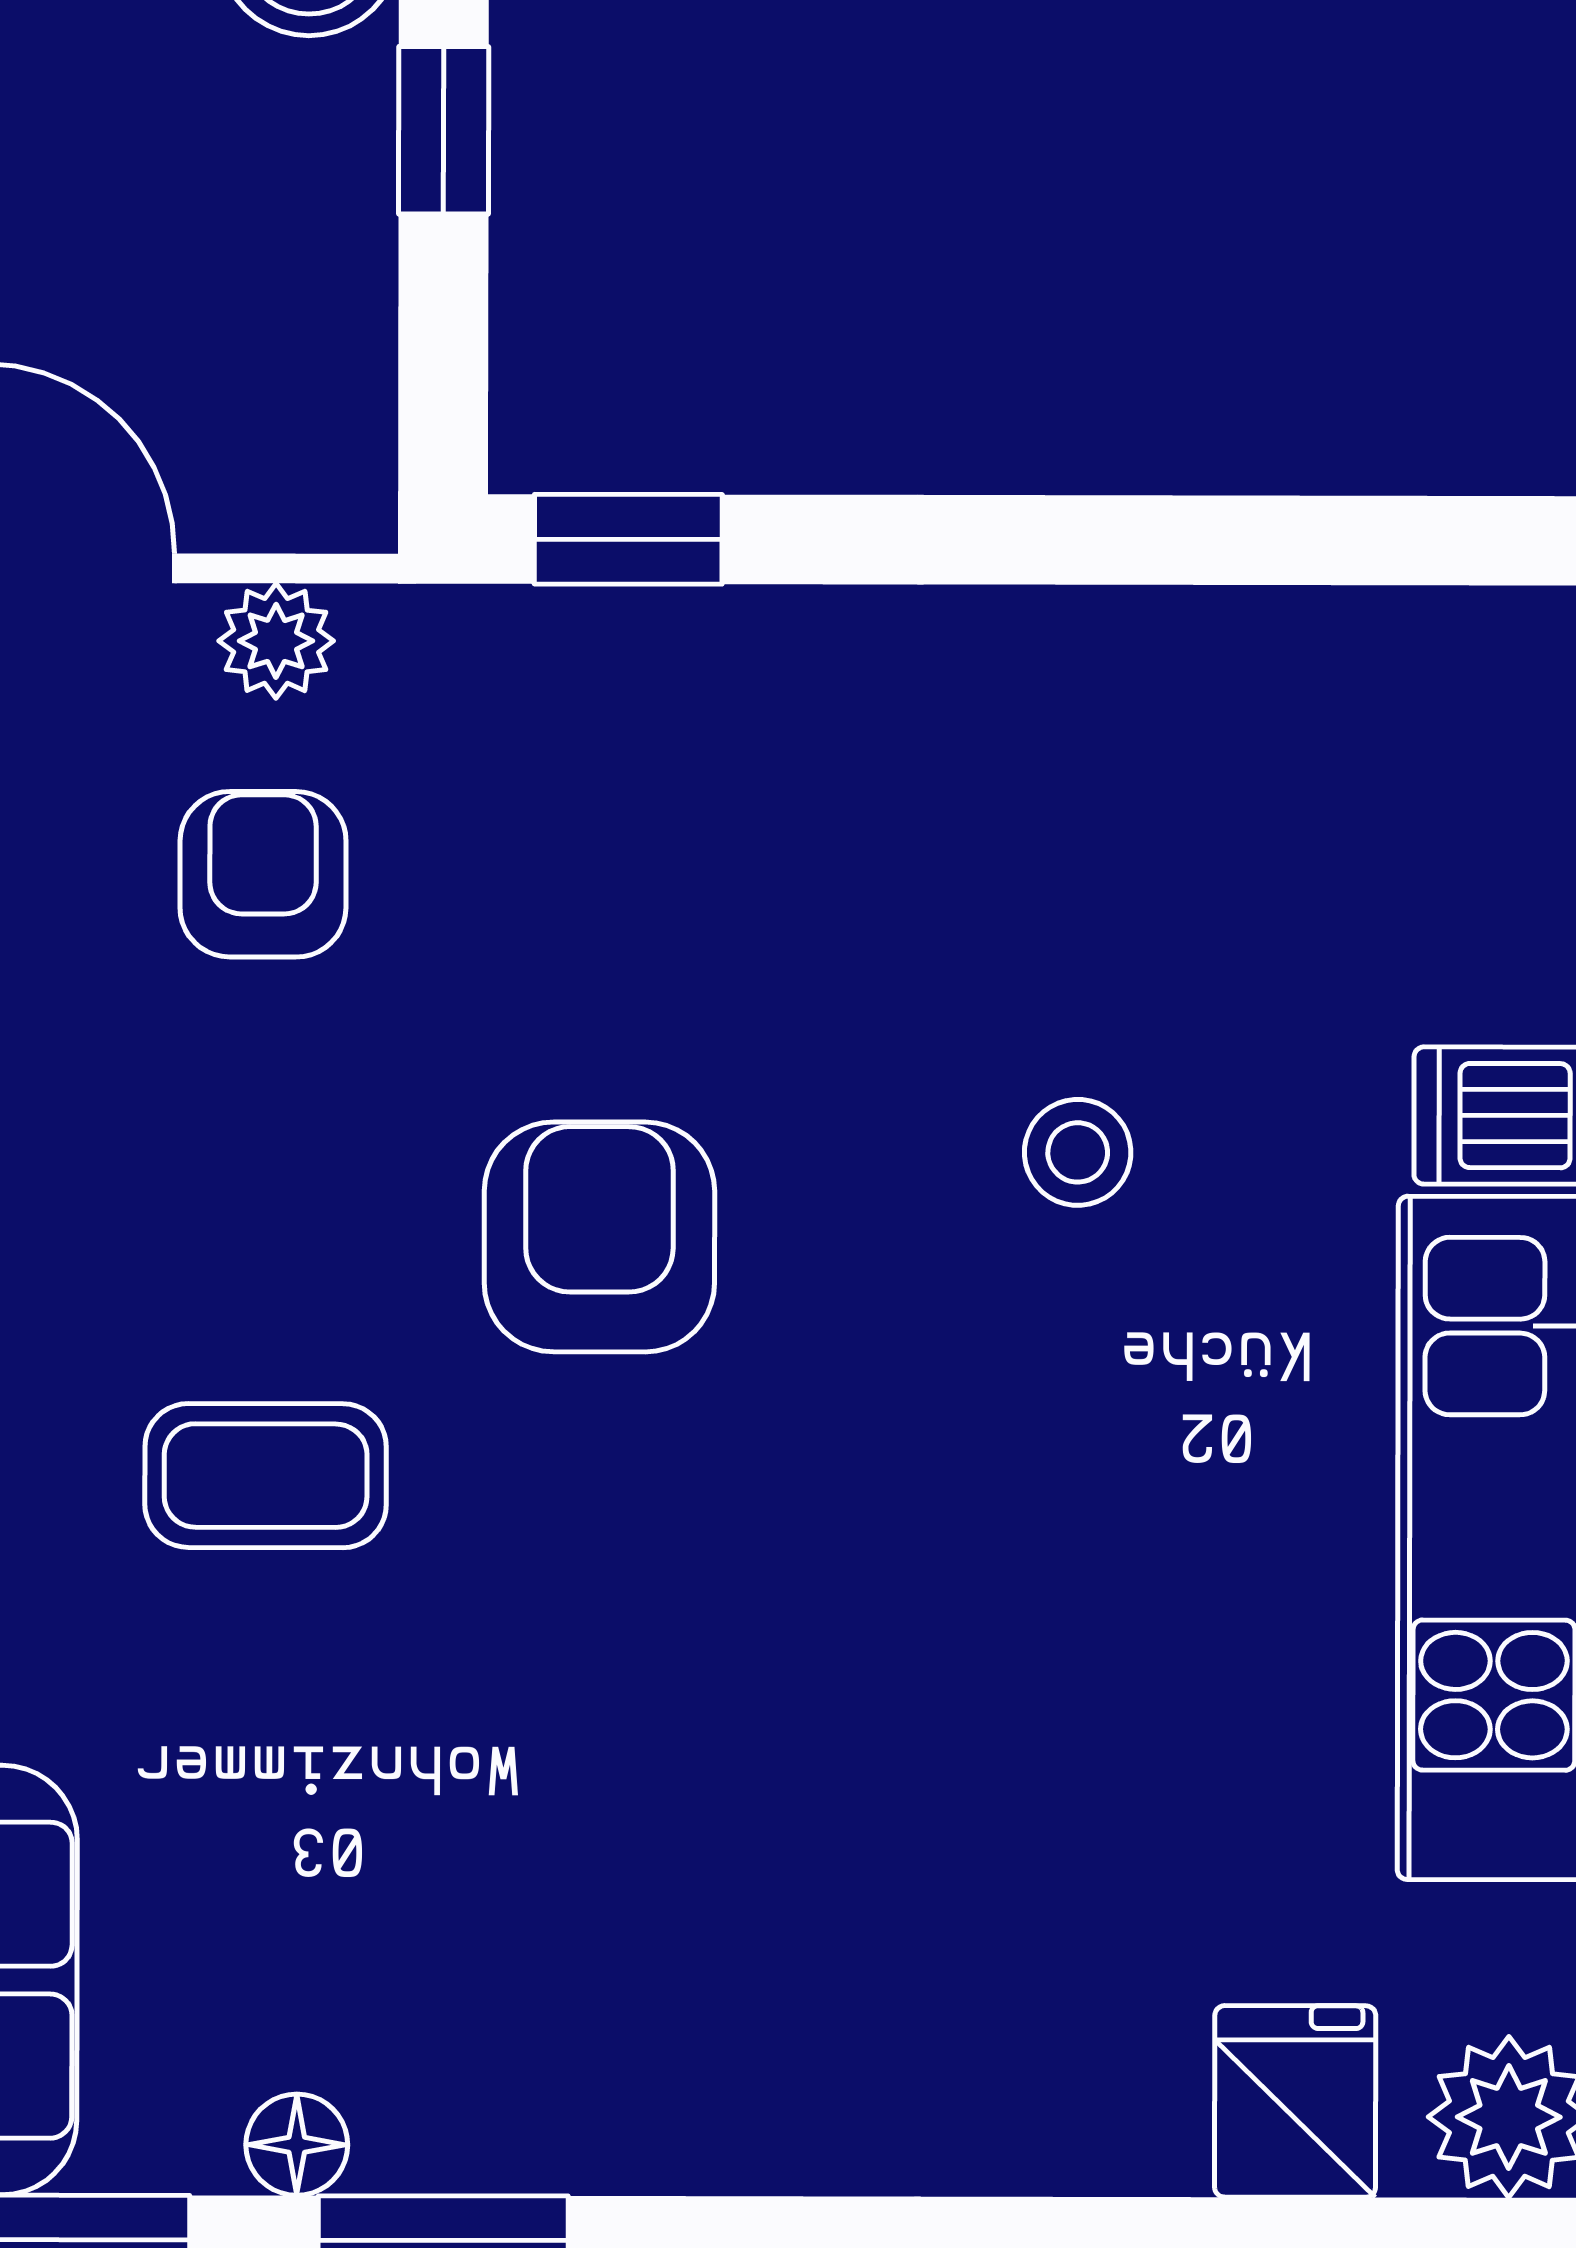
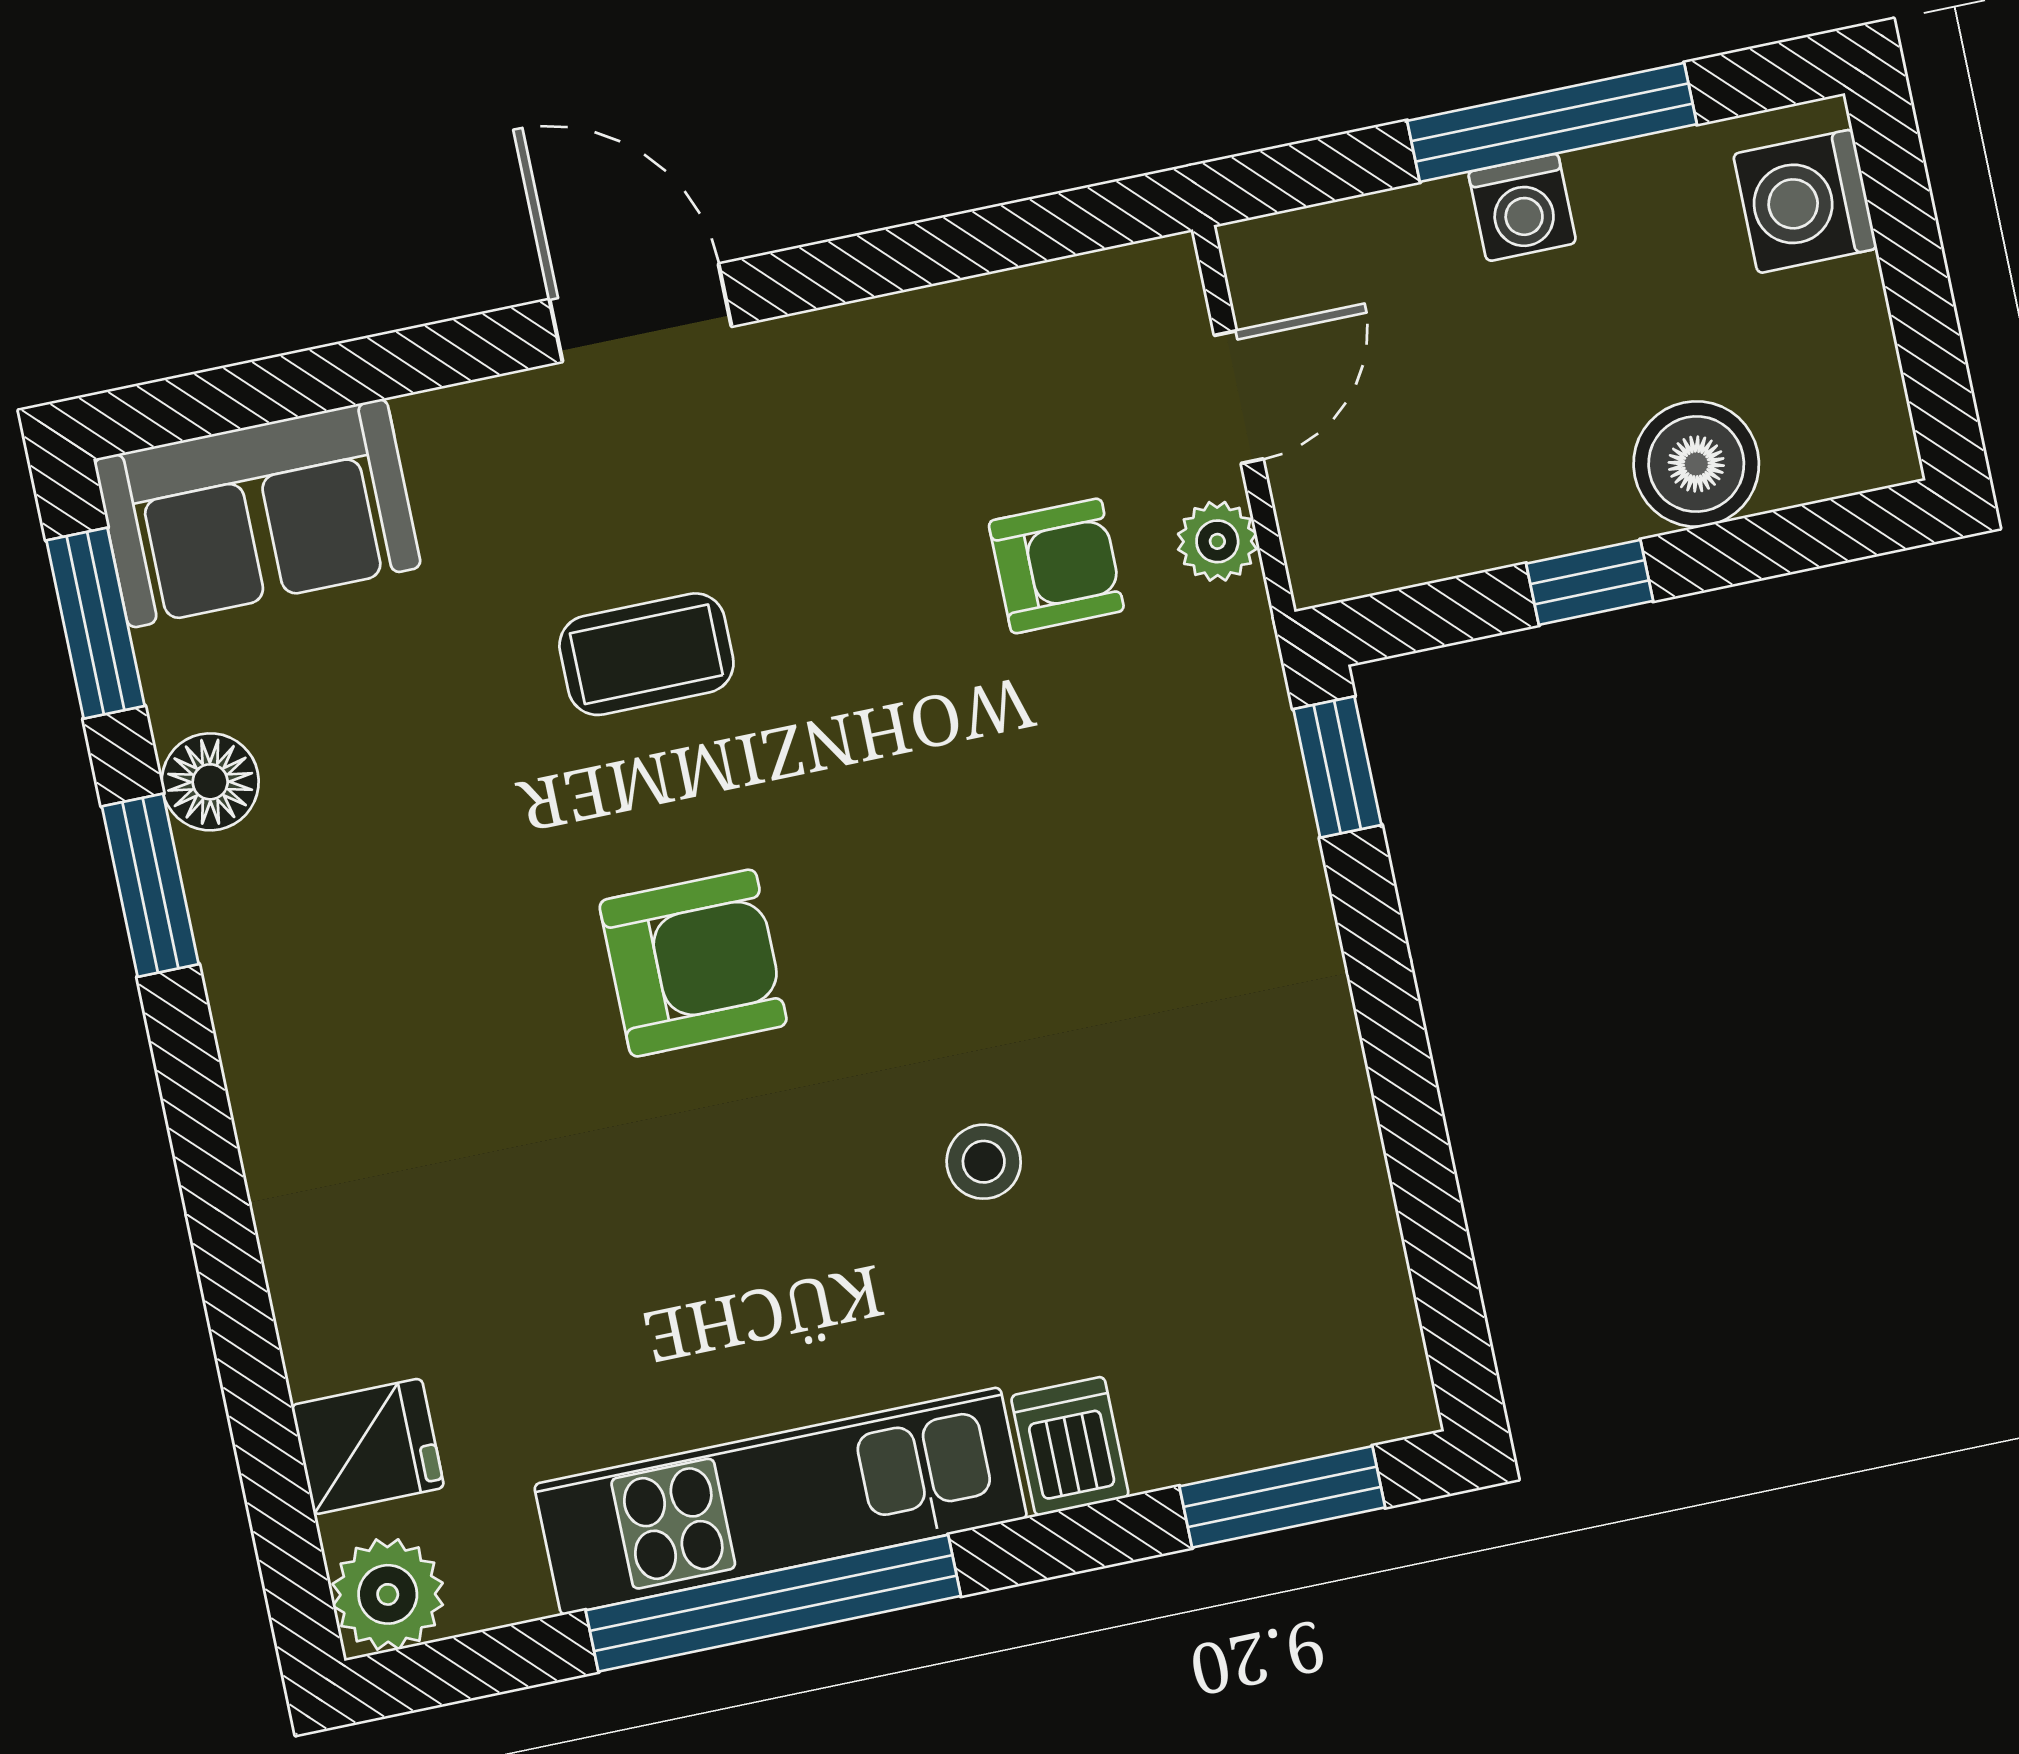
armchair: (599, 1237) -> (693, 963), moved
coffee table: (266, 1476) -> (646, 654), turned 90
floor lamp: (297, 2145) -> (210, 782), width x1.37, depth x1.37

